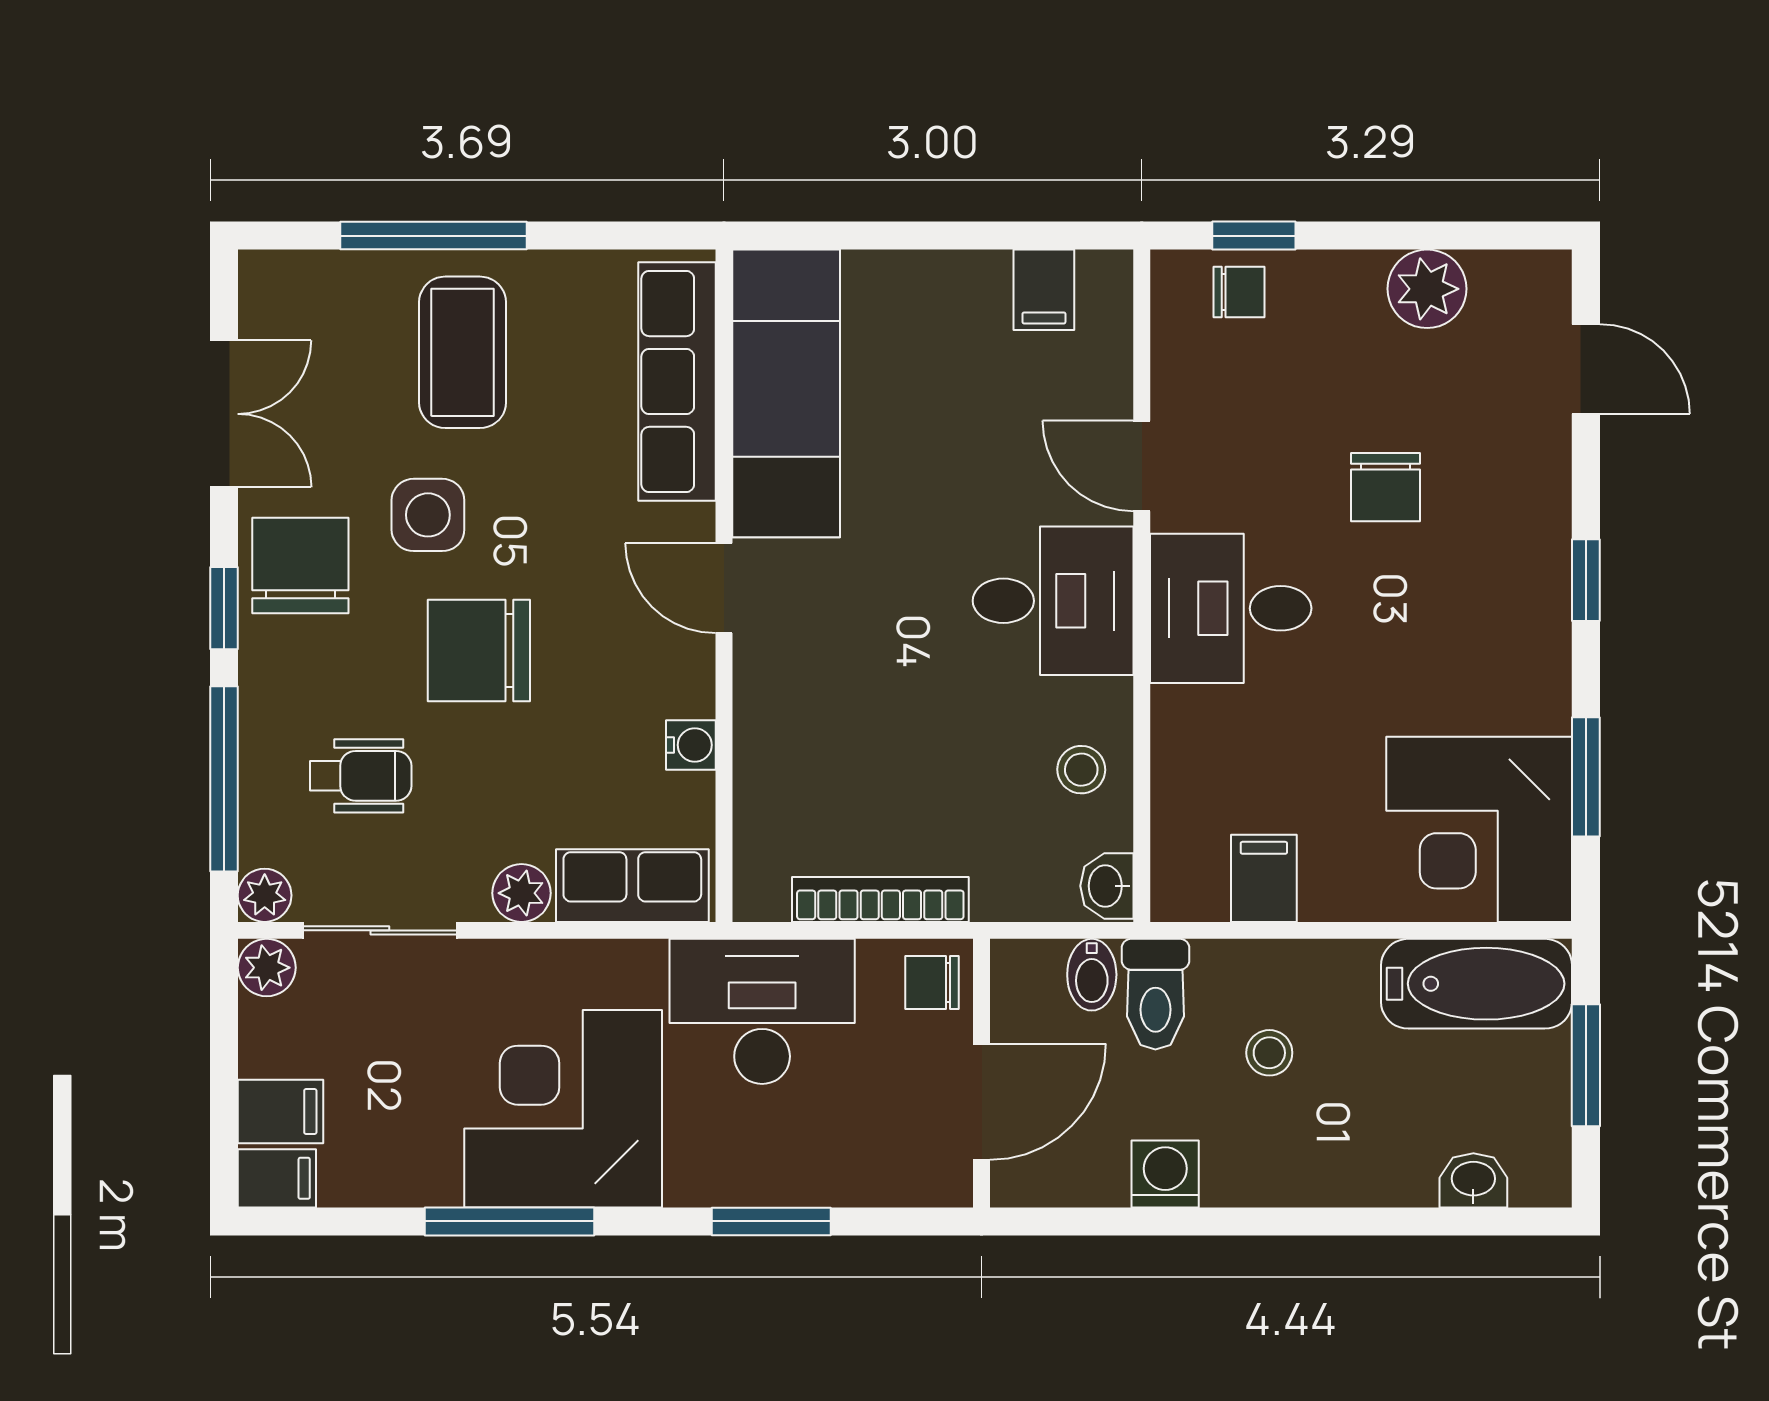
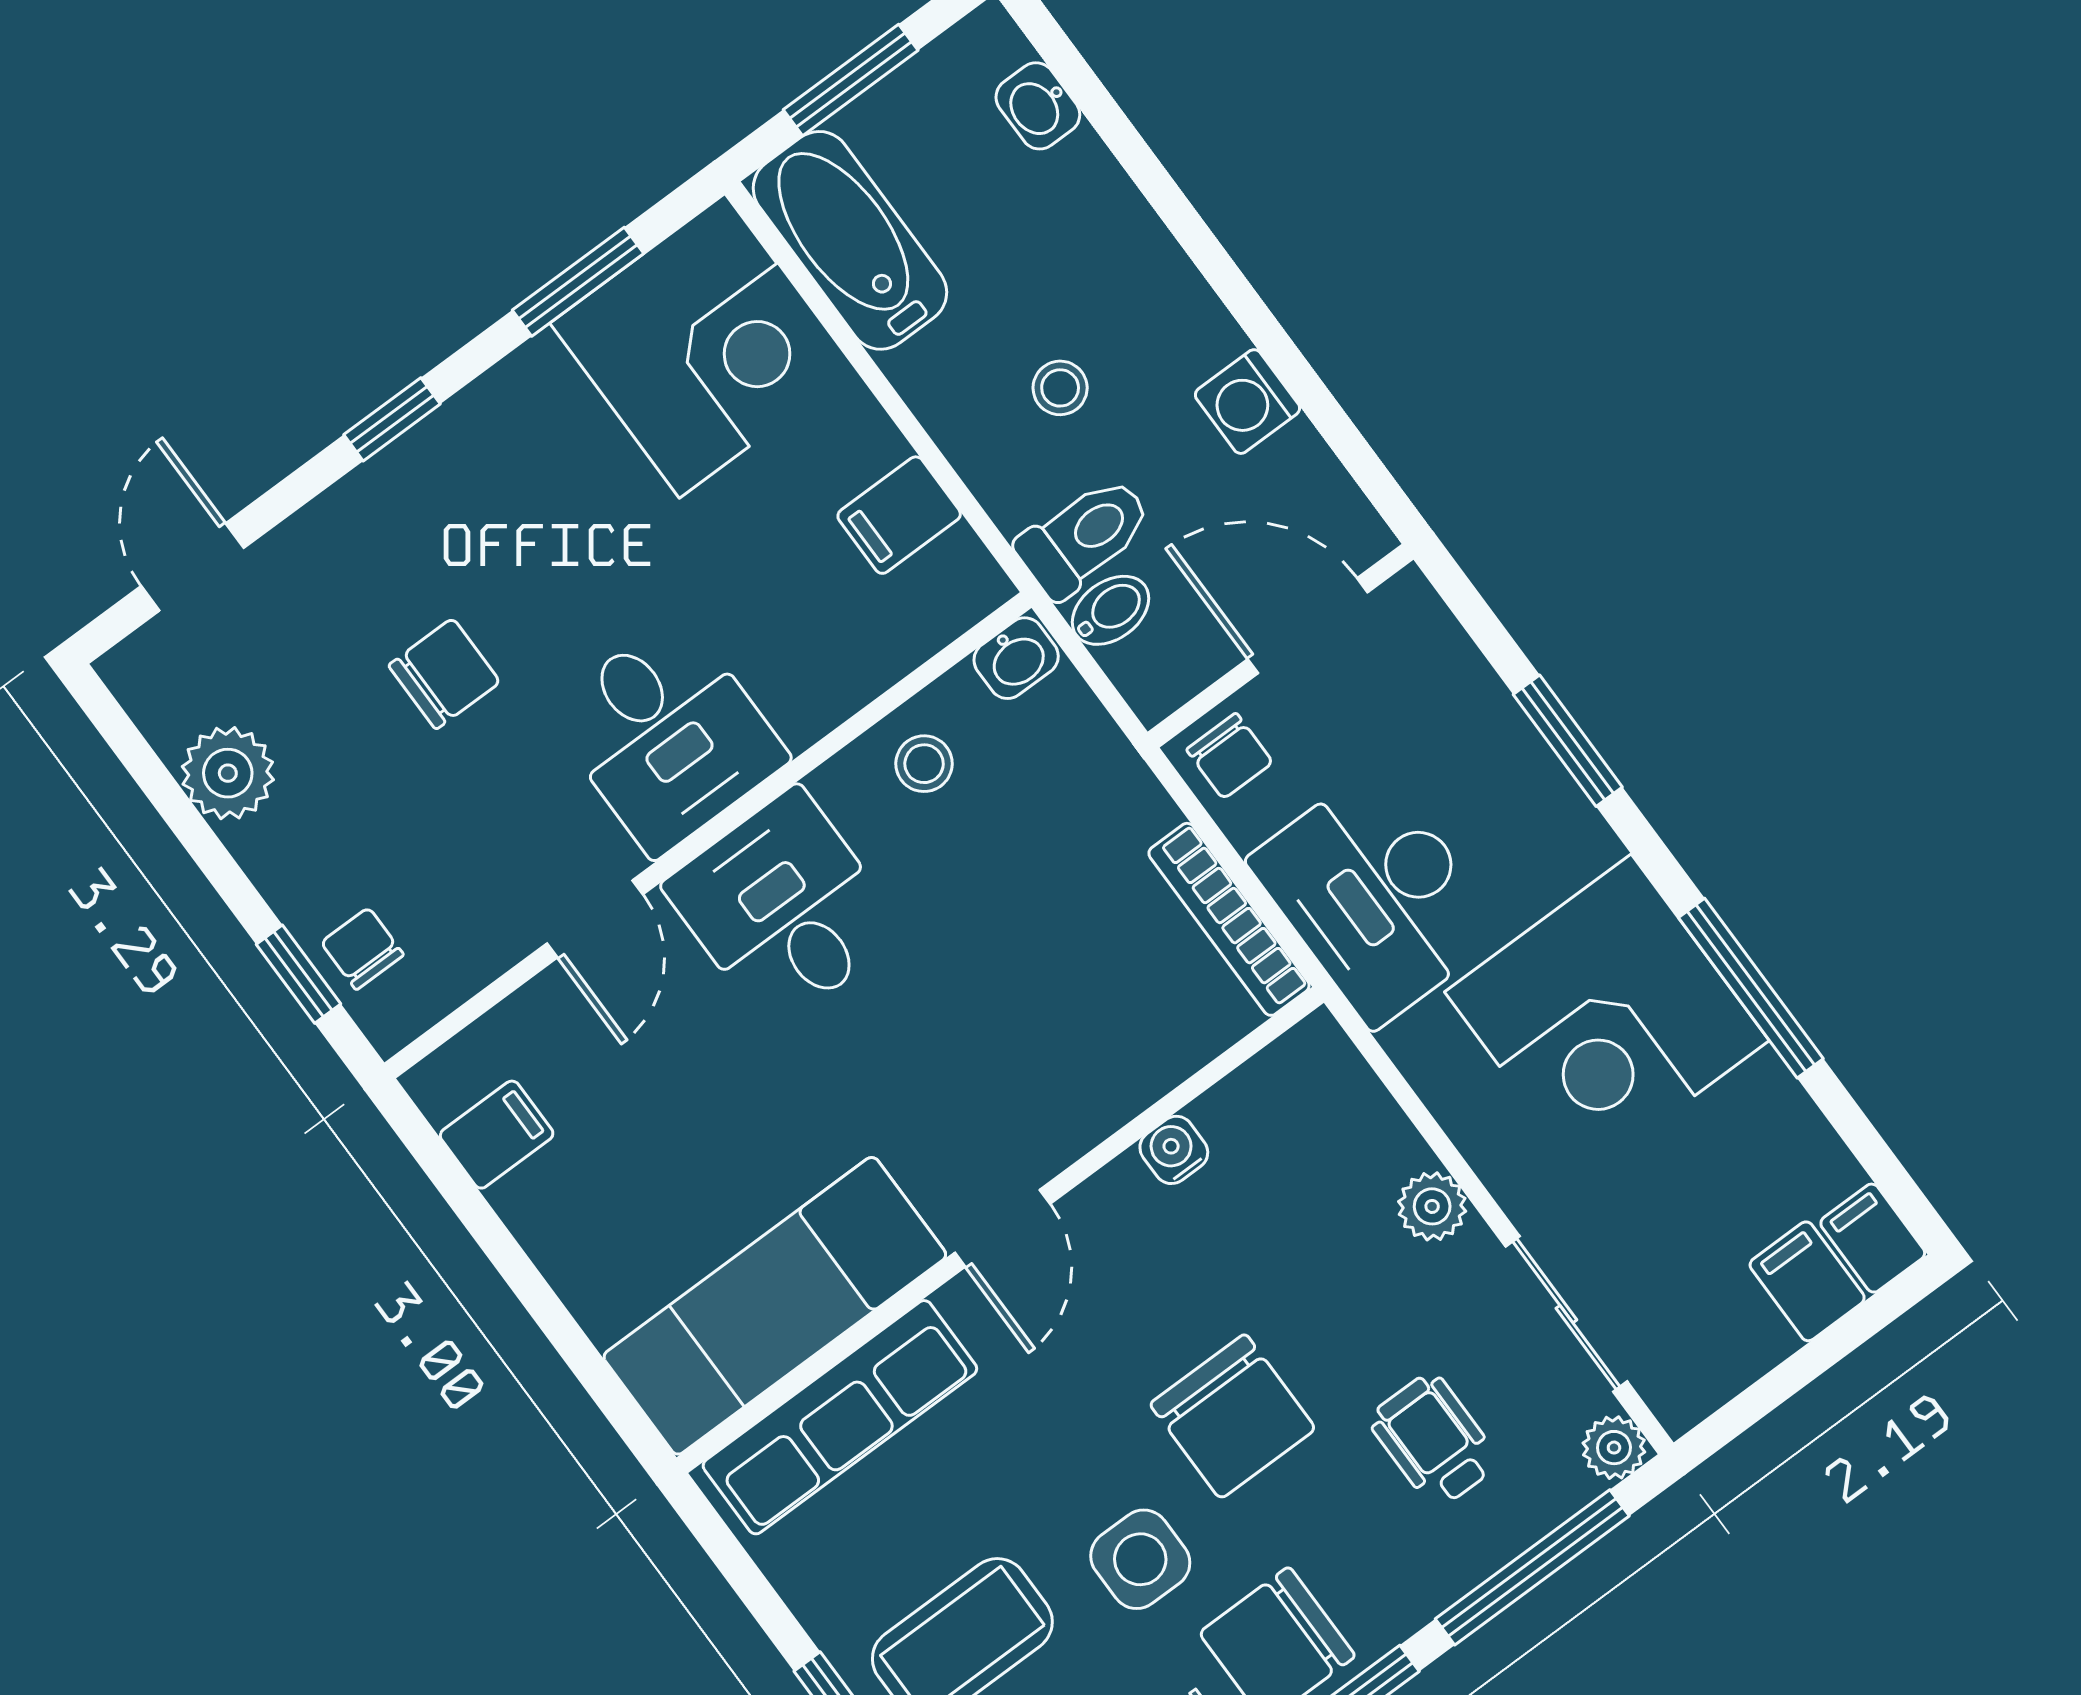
row of seats: (632, 886) -> (1348, 1107), removed
bookcase: (880, 899) -> (1229, 919), moved
plant: (267, 968) -> (1681, 1395), removed

